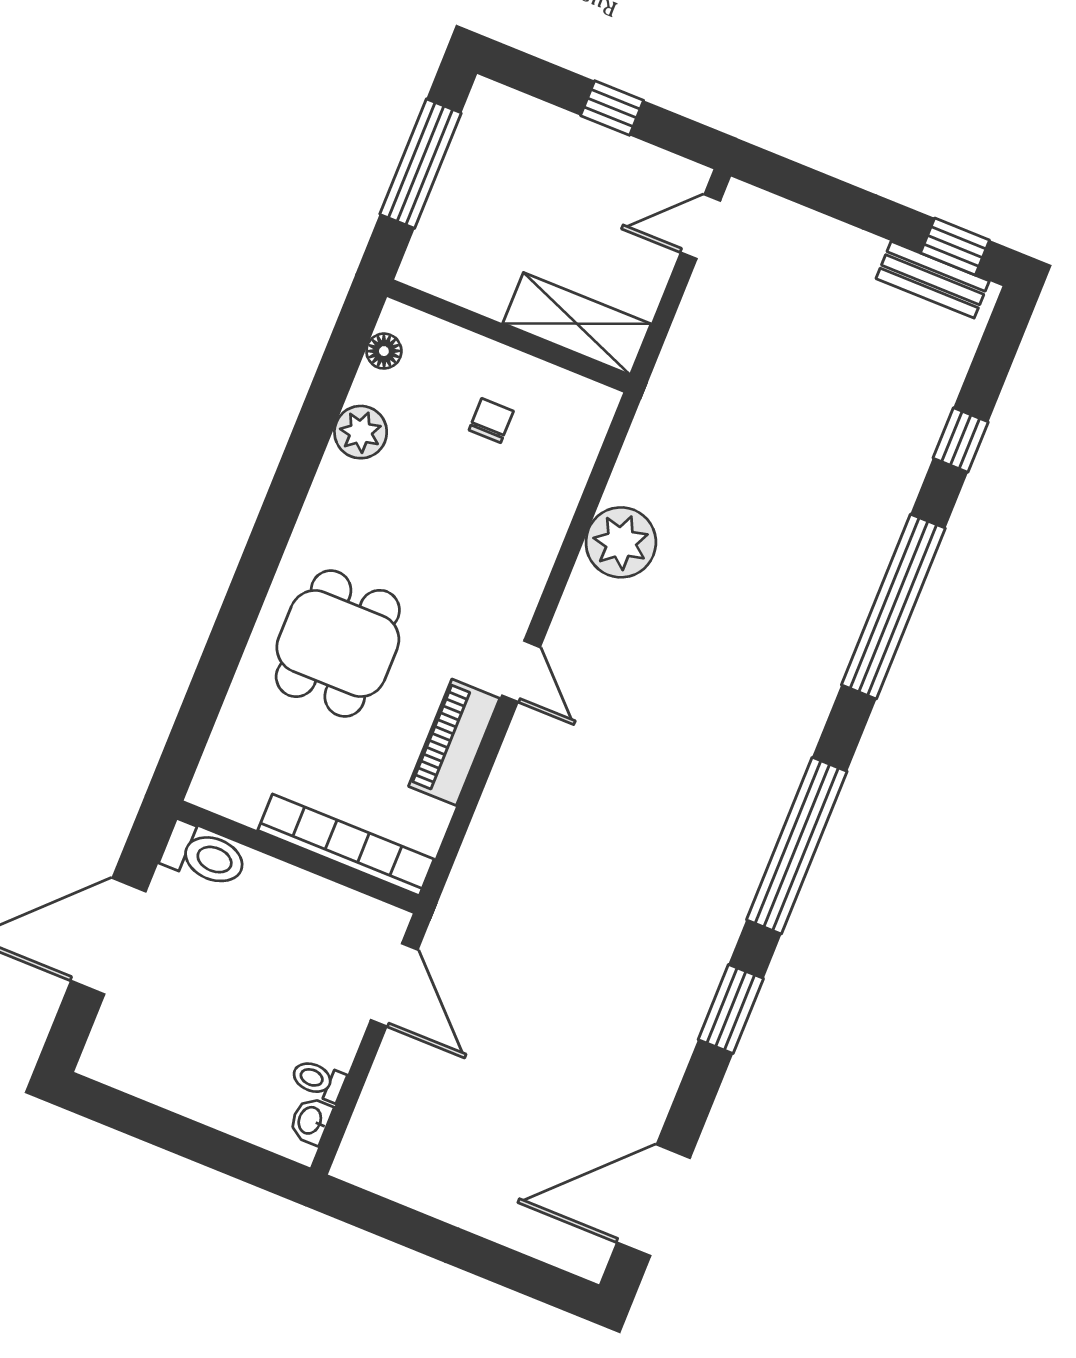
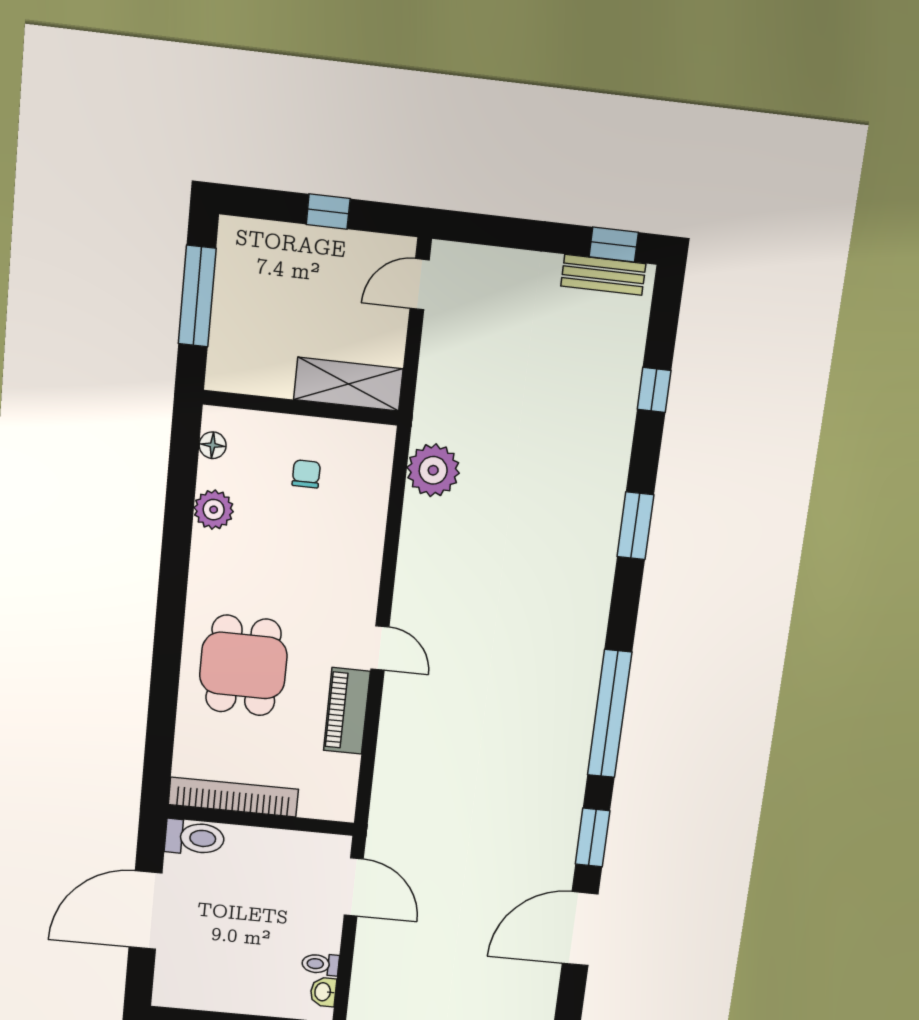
plant: (621, 542) -> (433, 470), moved
window: (893, 607) -> (635, 526), width x0.47
bookcase: (346, 845) -> (233, 797), moved
door: (654, 1200) -> (580, 929), moved

